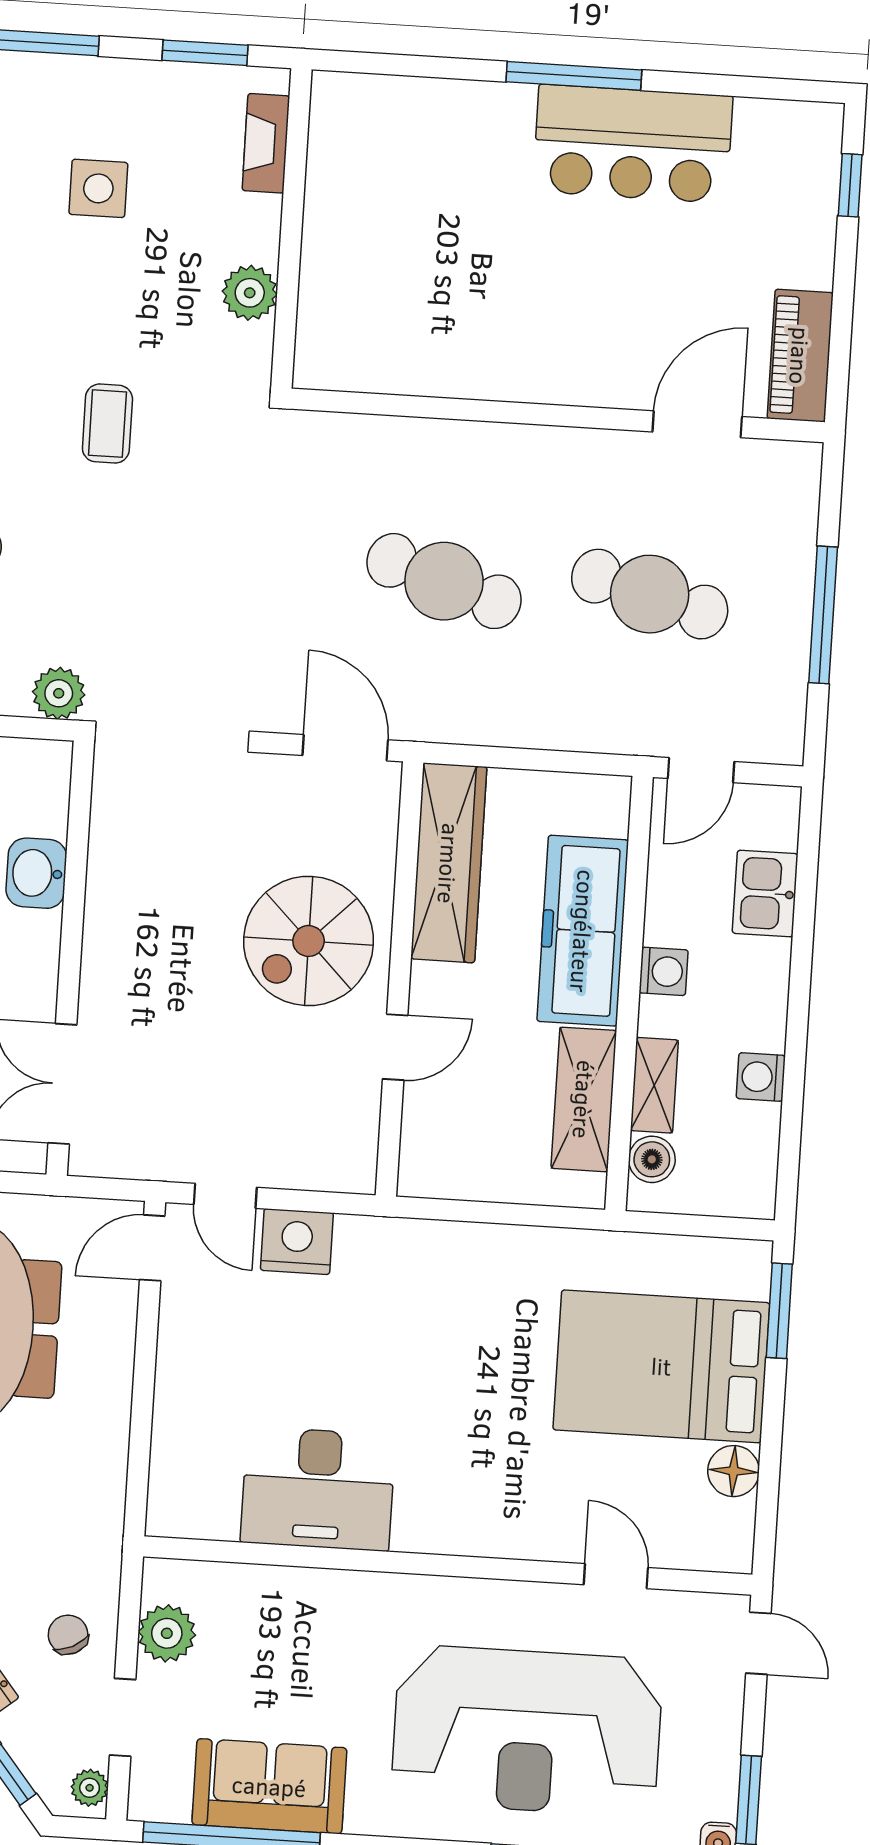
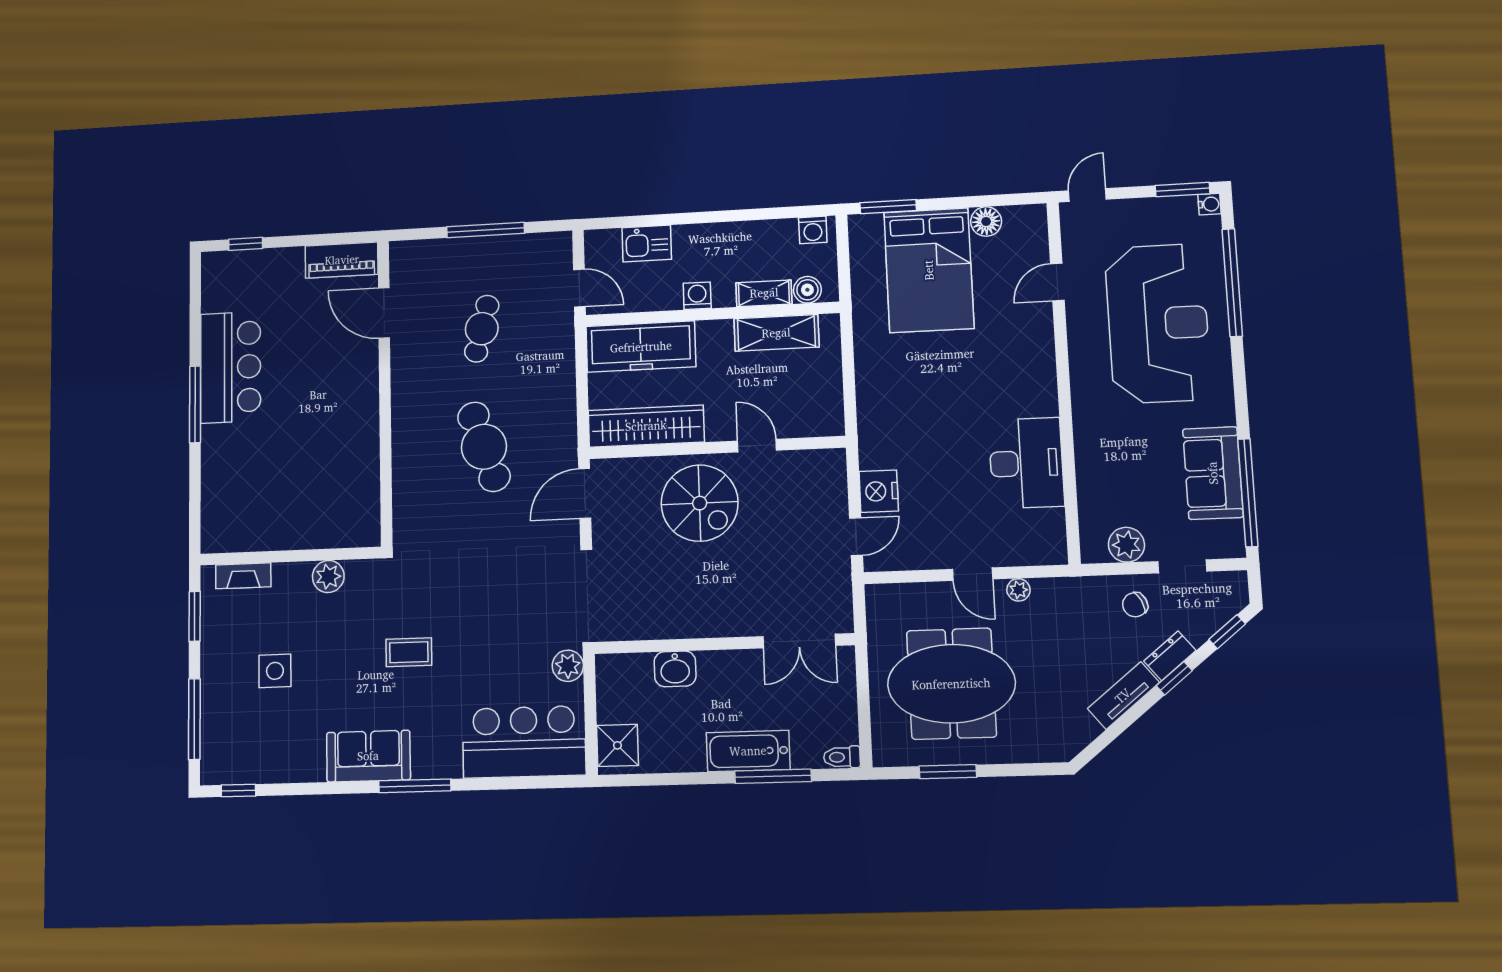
cafe table: (444, 581) -> (484, 447), turned -36
cafe table: (650, 594) -> (482, 329), width x0.73, depth x0.74
freezer: (583, 931) -> (641, 347), moved
washing machine: (761, 1077) -> (813, 230), moved
door: (152, 1248) -> (973, 574), moved
plant: (90, 1788) -> (1018, 590), moved

